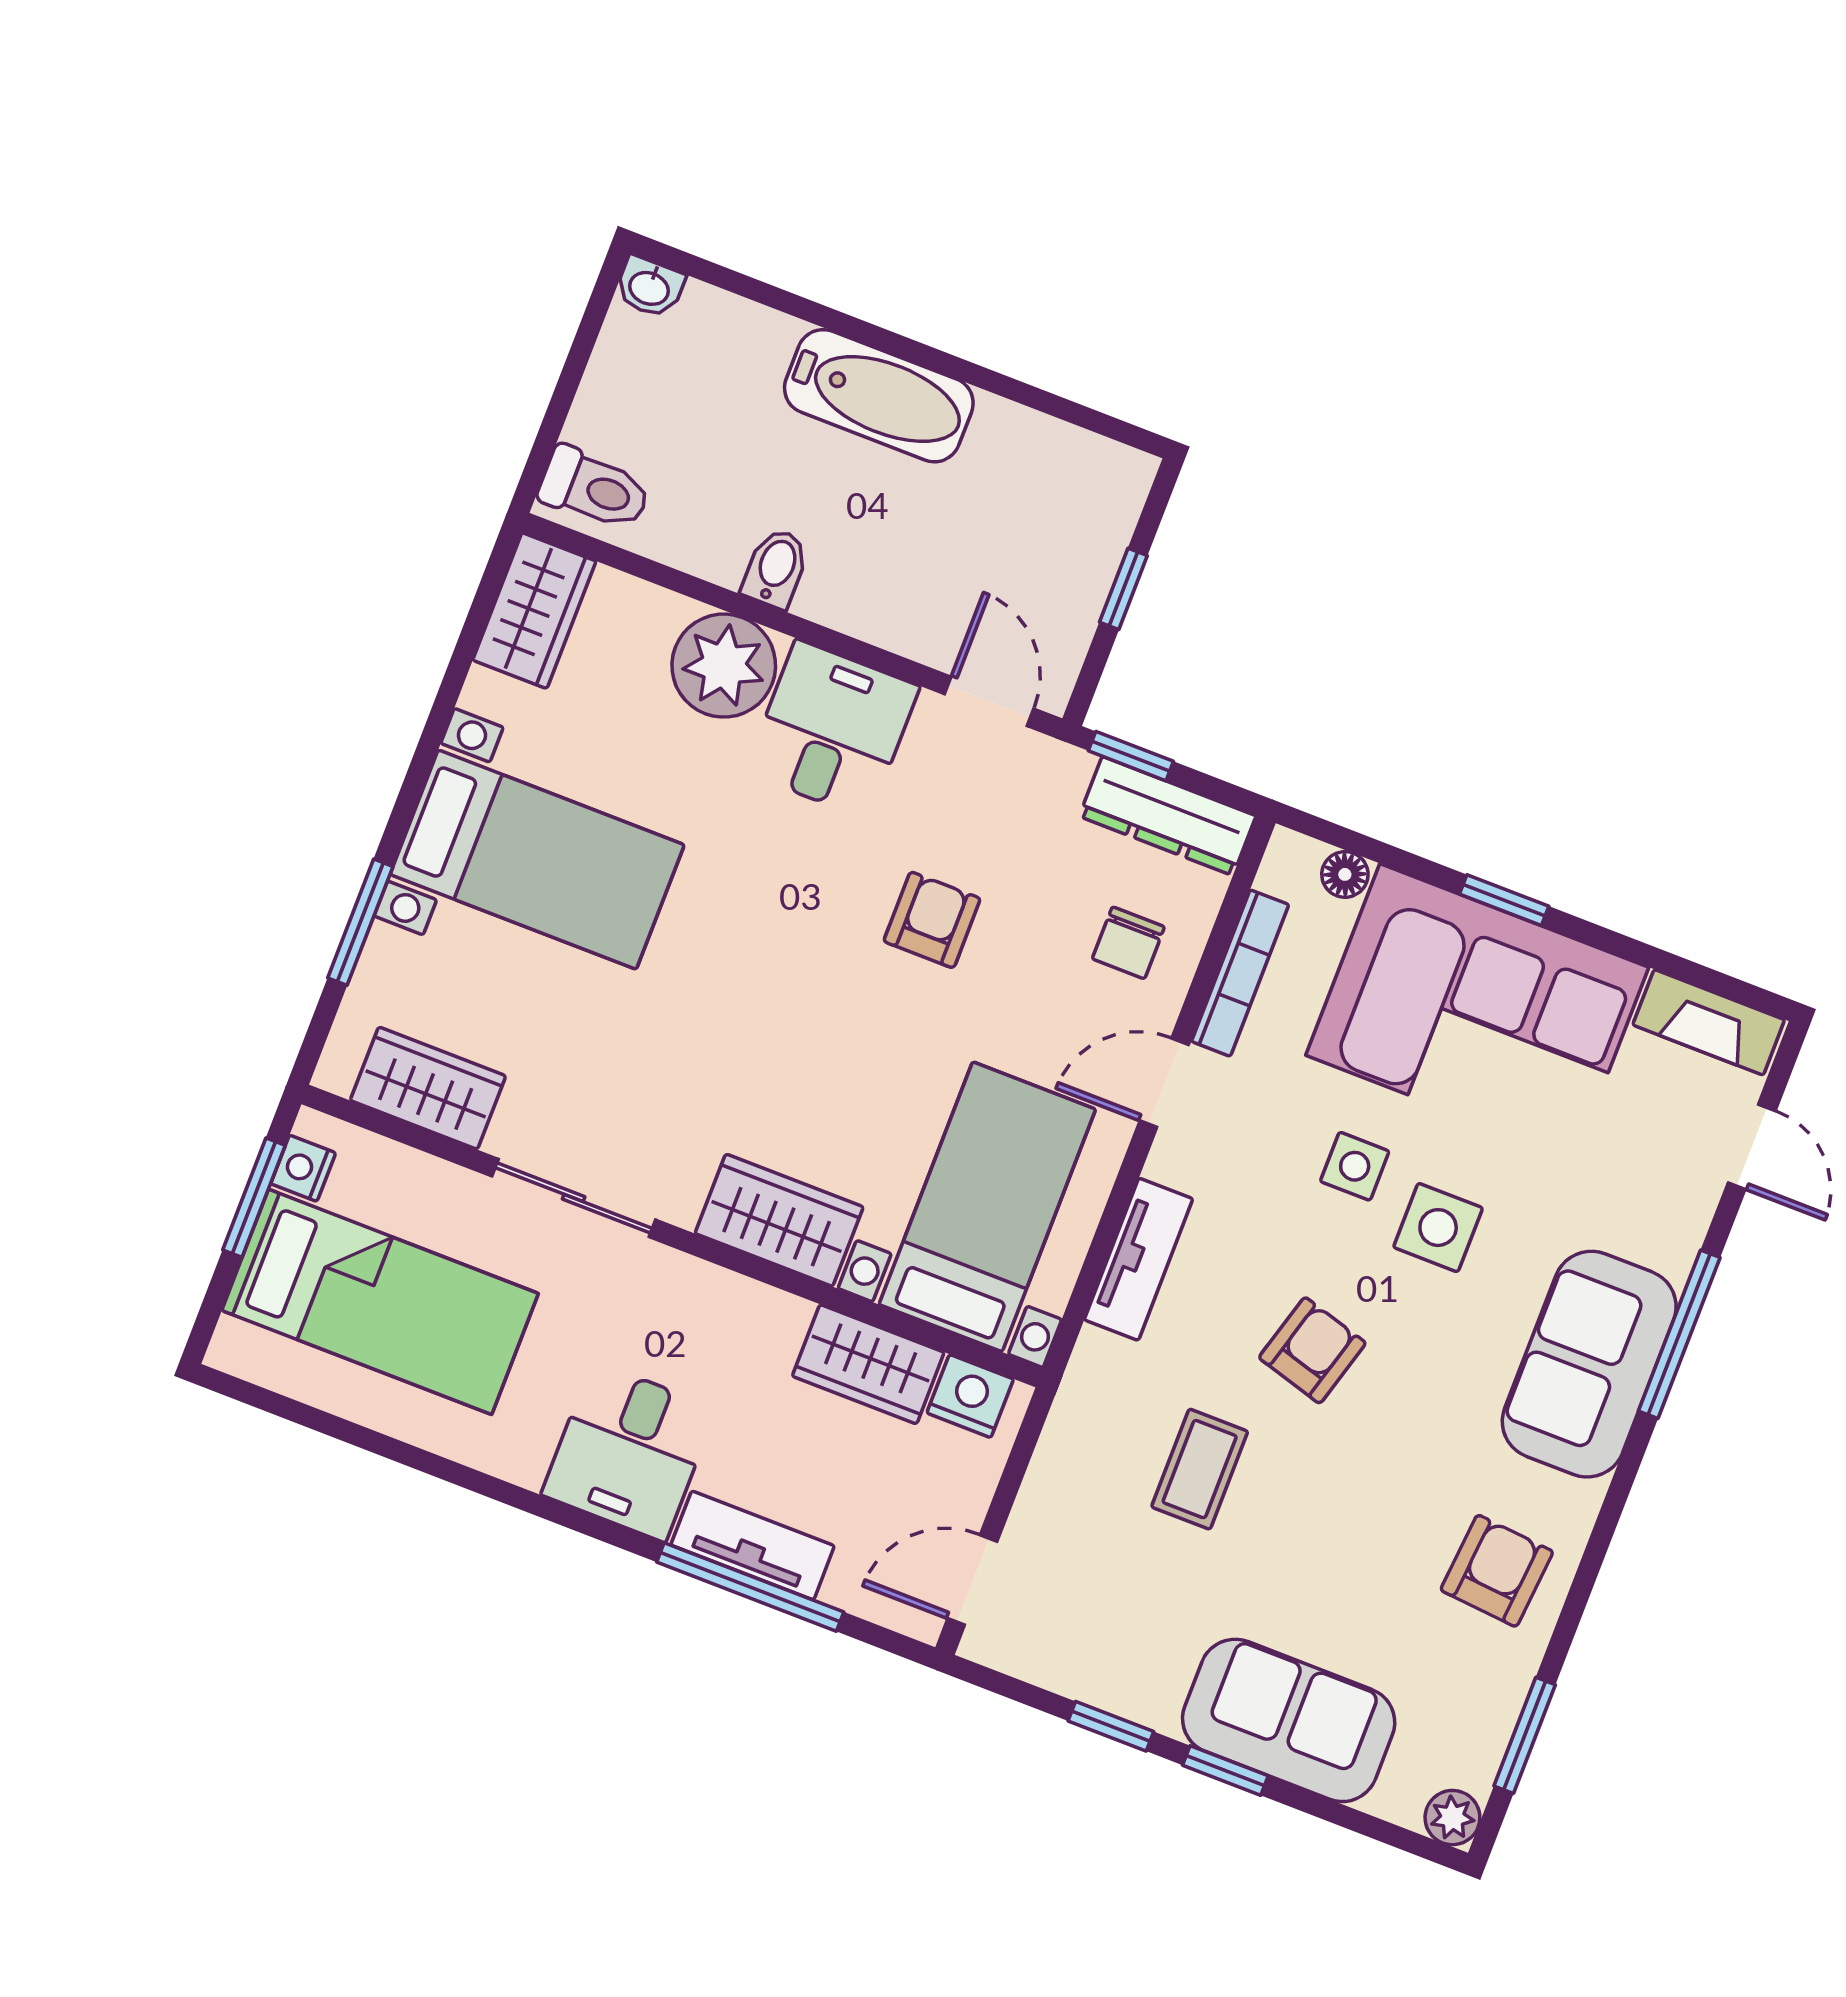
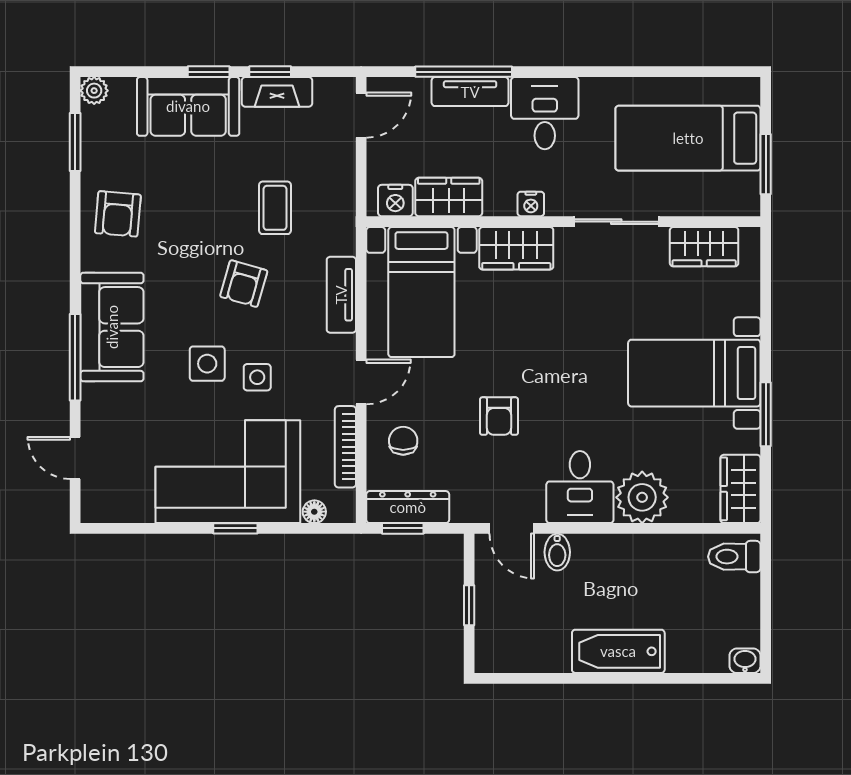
bidet: (776, 568) -> (557, 552), moved
window: (1131, 756) -> (403, 528), moved
window: (360, 922) -> (766, 414), moved
fireplace: (1709, 1022) -> (277, 92), moved, turned 180
nightstand: (303, 1168) -> (531, 204), moved, turned 90

